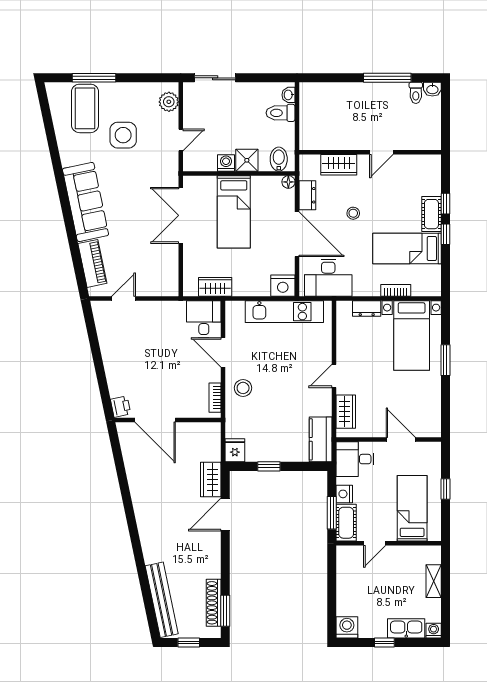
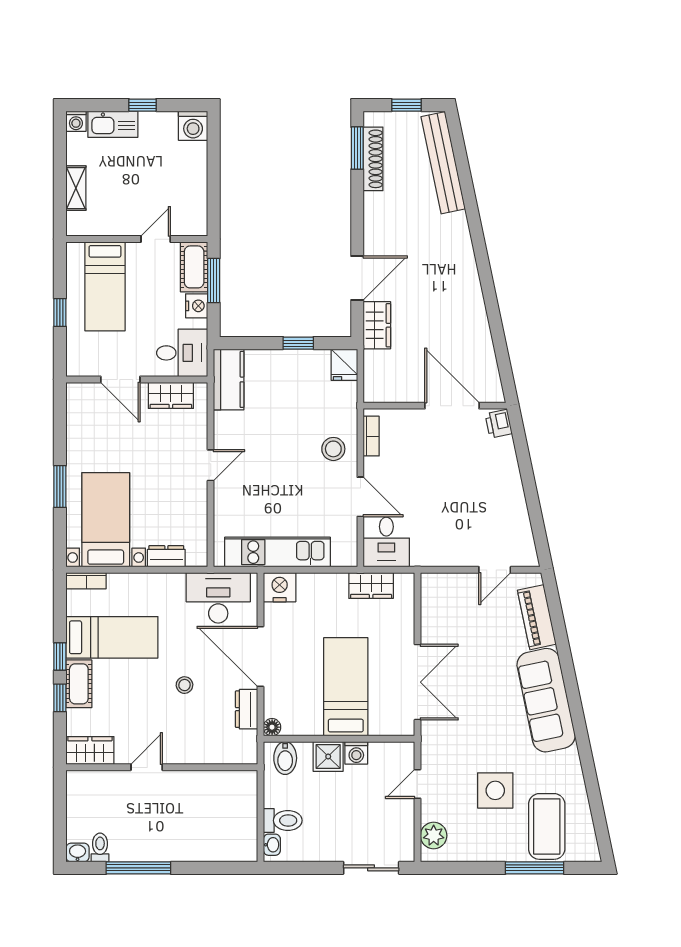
wardrobe: (339, 165) -> (90, 750), moved
bookcase: (396, 290) -> (86, 581), moved
wardrobe: (346, 412) -> (171, 395), moved, turned -90

